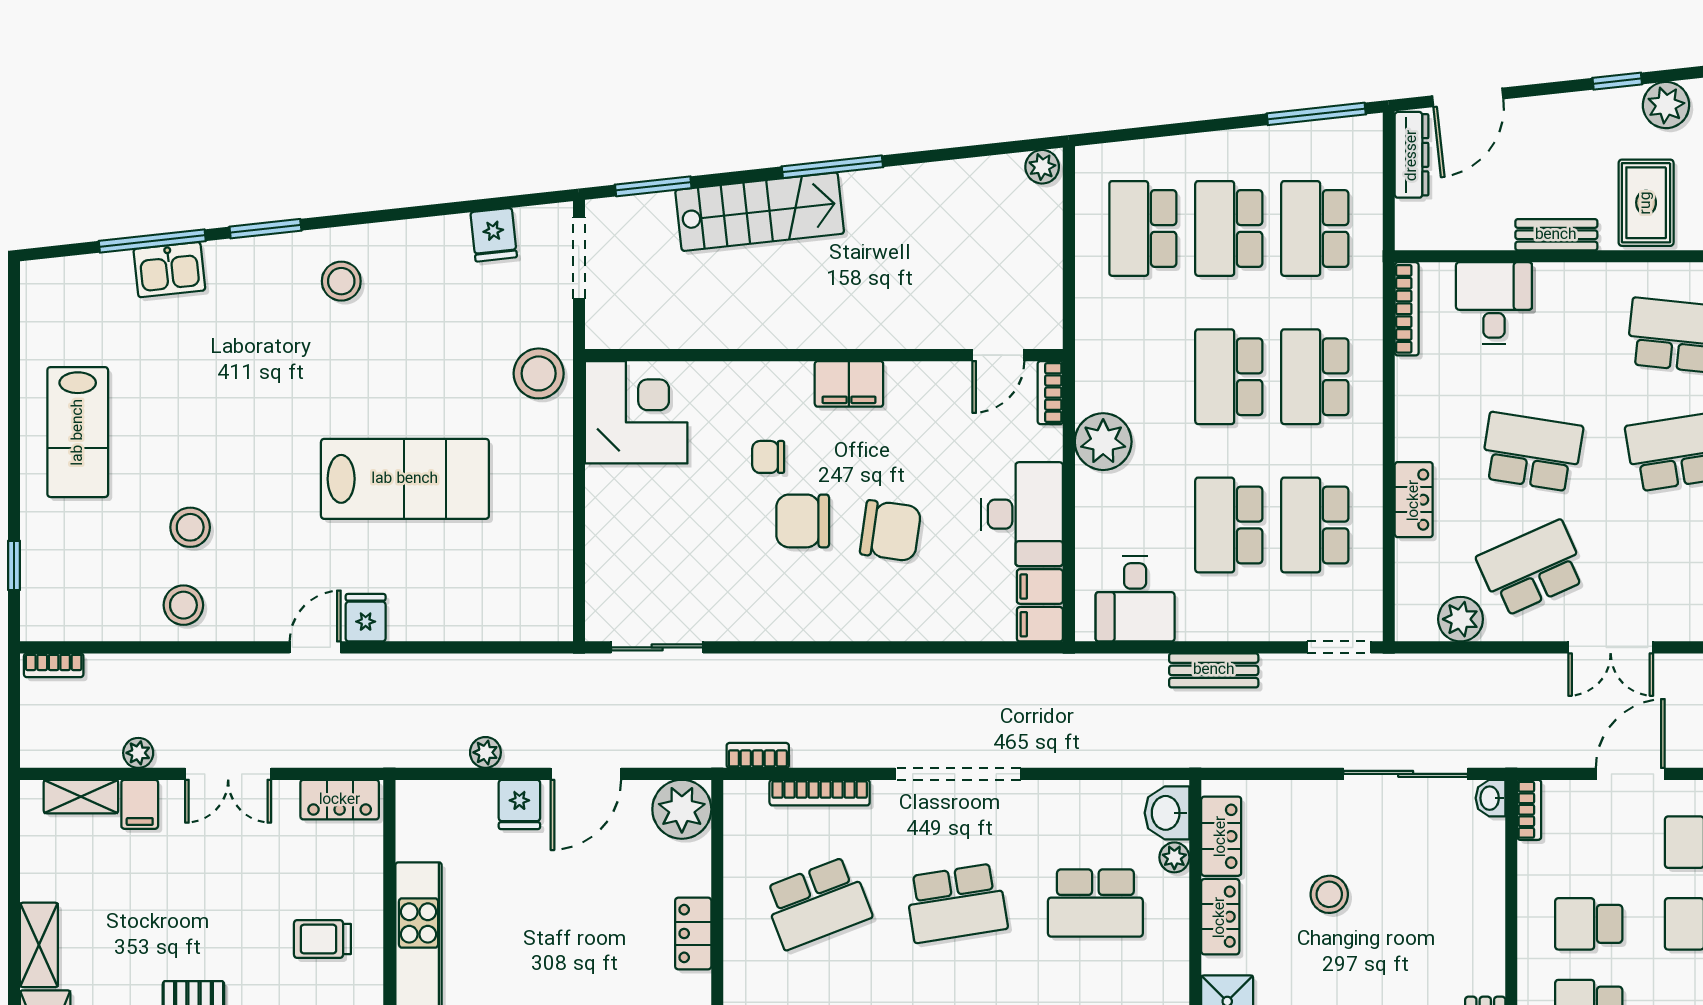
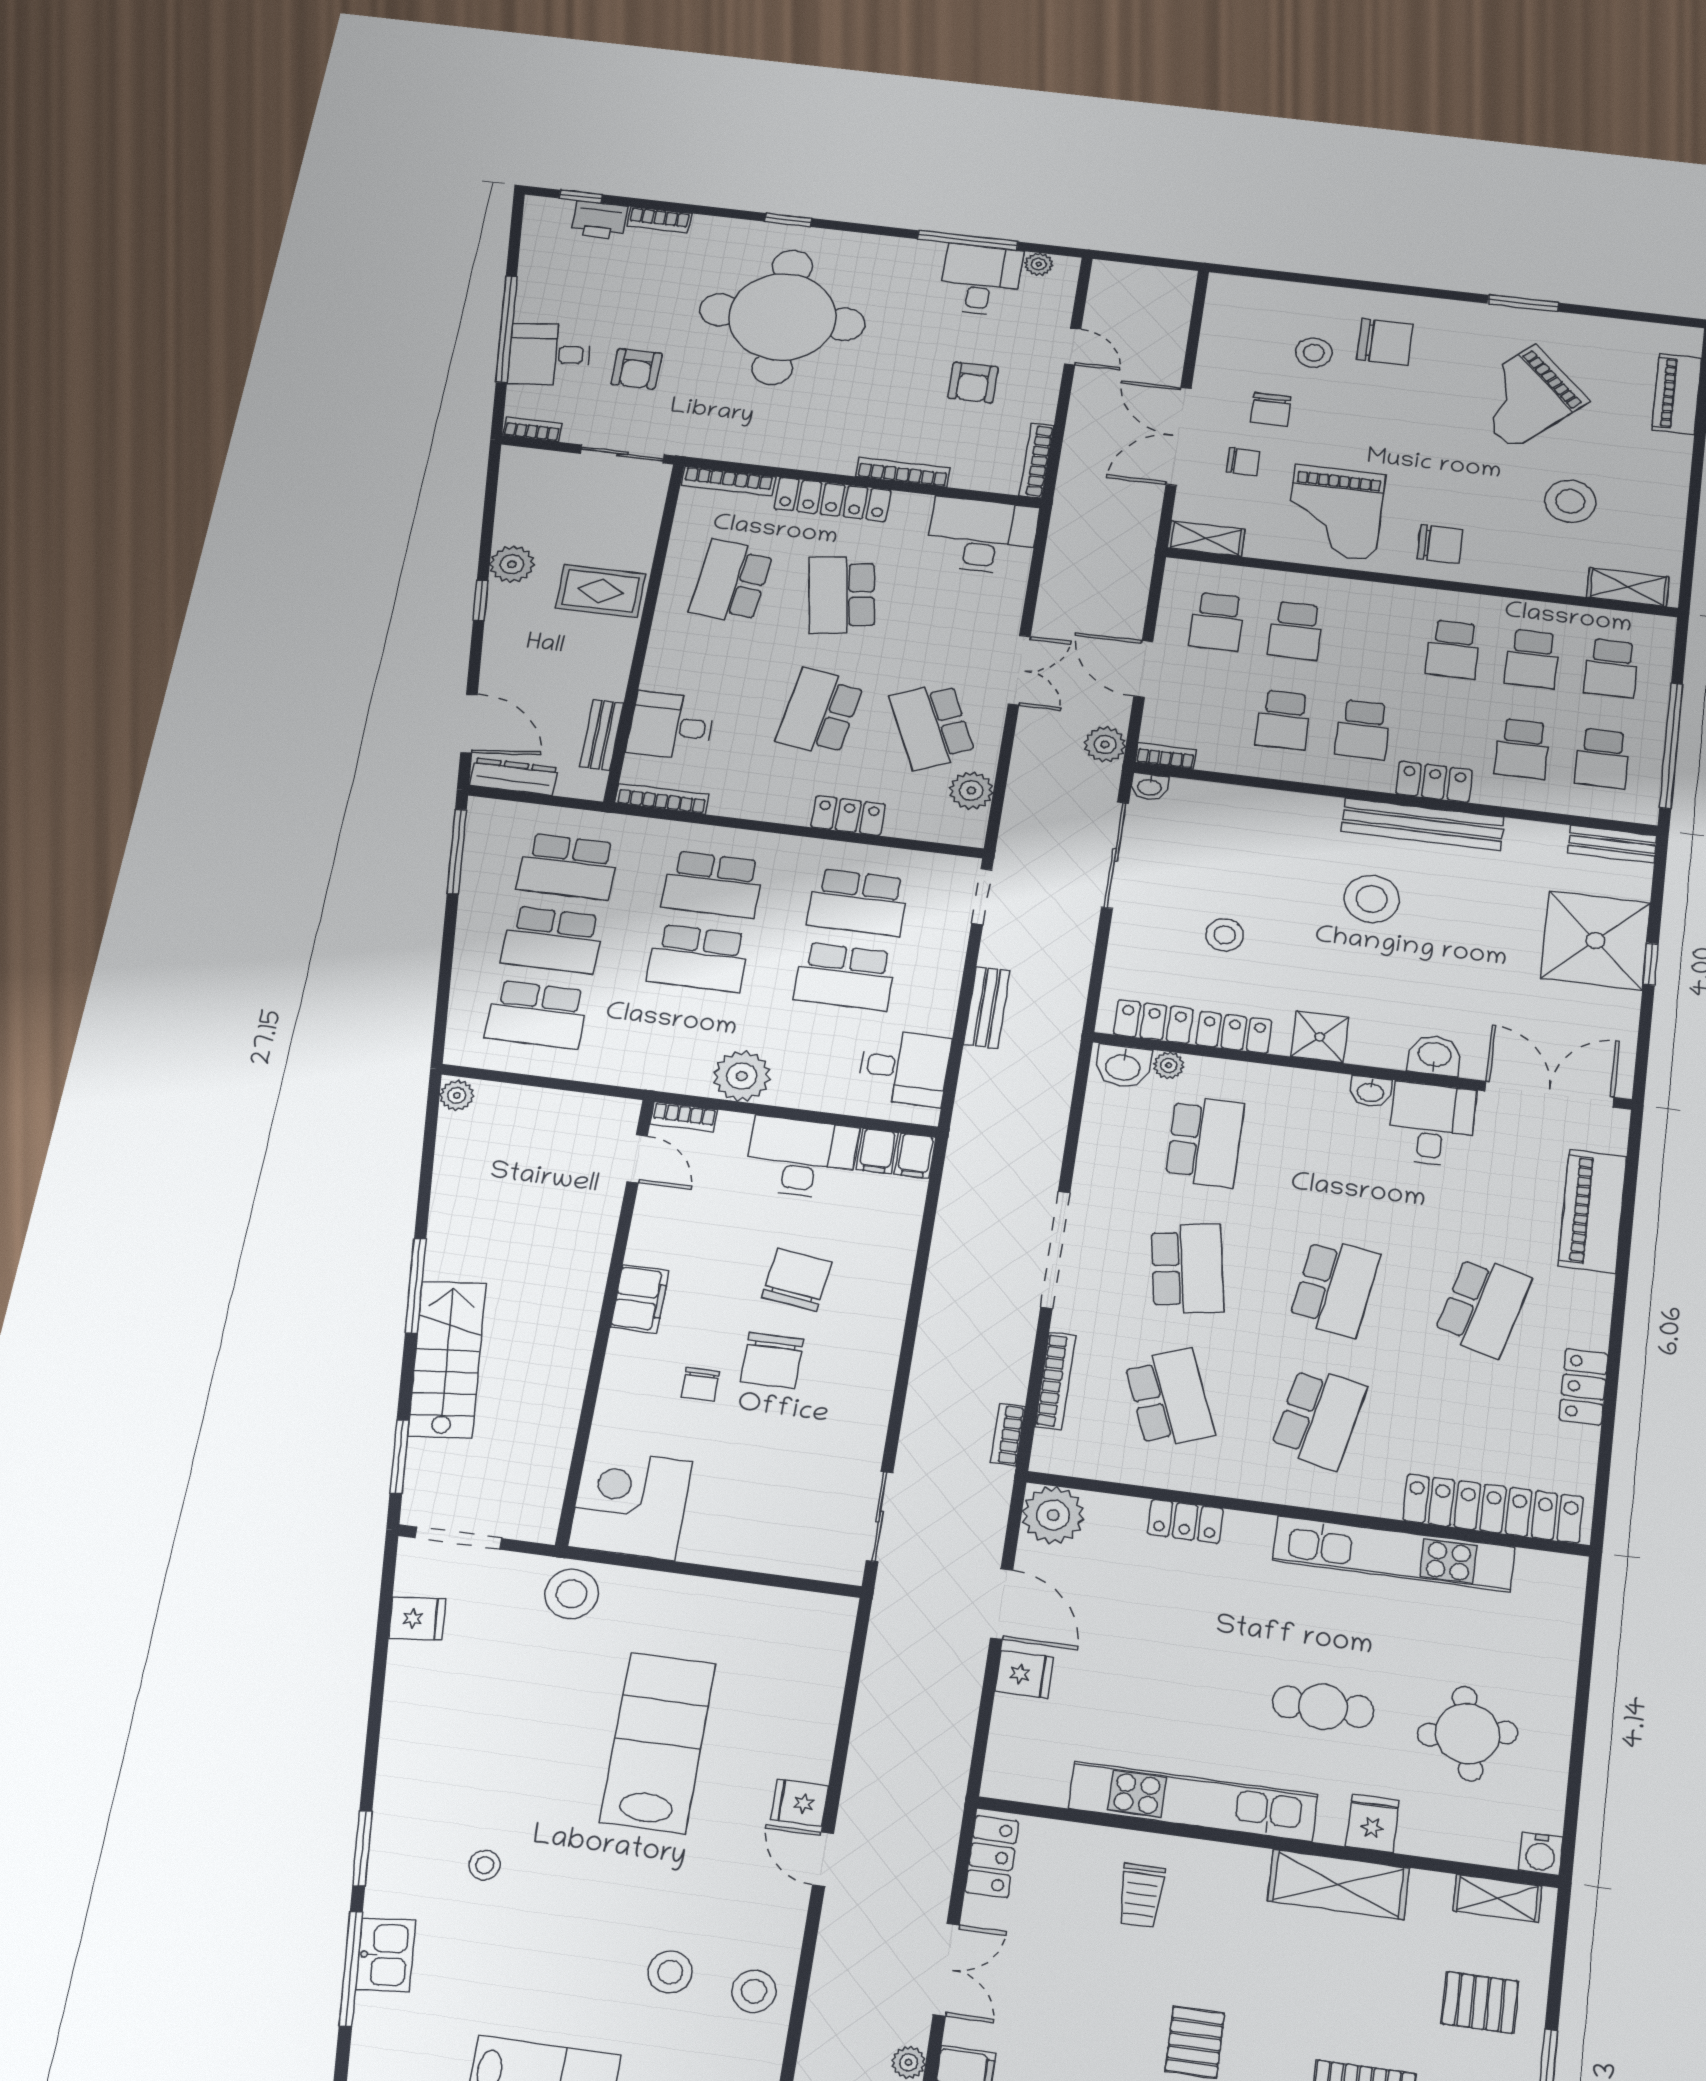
bench: (1556, 235) -> (602, 735), moved
stool: (341, 281) -> (485, 1865), moved, width x0.73, depth x0.73
plant: (485, 752) -> (1105, 744), moved, width x1.38, depth x1.38

